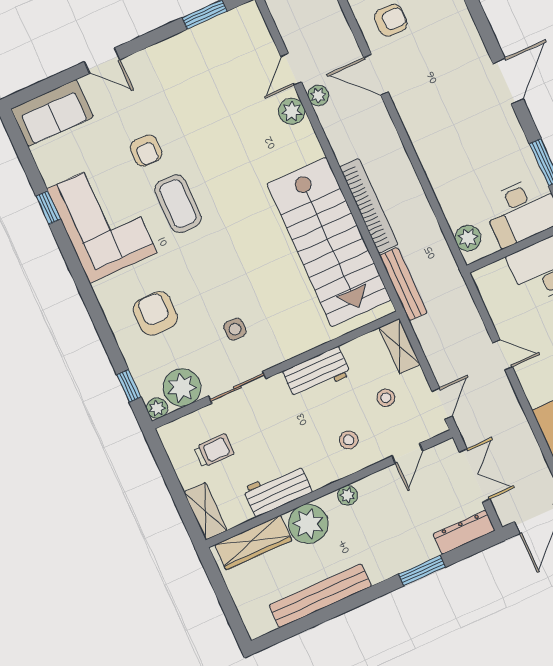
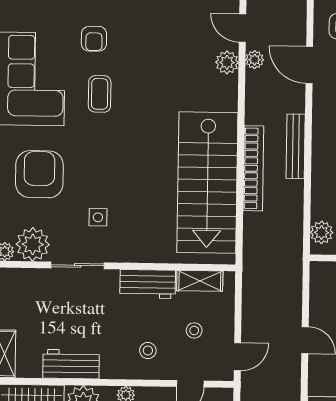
door: (291, 69) -> (243, 28), hinge flipped
coffee table: (178, 204) -> (100, 94), width x0.73, depth x0.77
bench: (403, 284) -> (296, 146), moved
armchair: (155, 313) -> (39, 174), width x1.36, depth x1.36
shelving: (399, 346) -> (200, 281), moved, turned 90
trolley: (214, 451) -> (35, 308), removed

